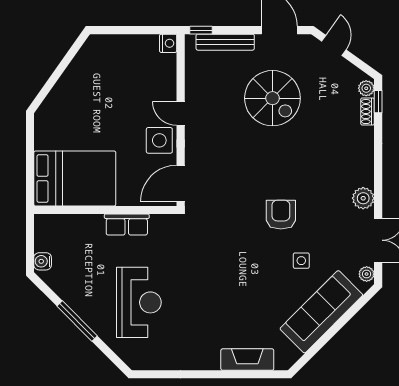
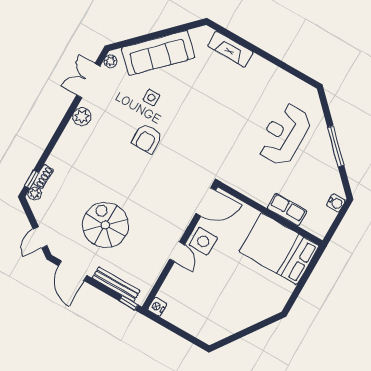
row of seats: (127, 225) -> (287, 210), moved

